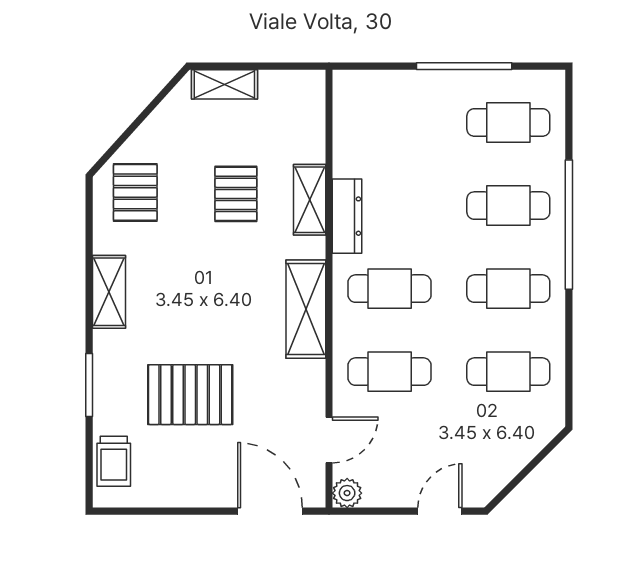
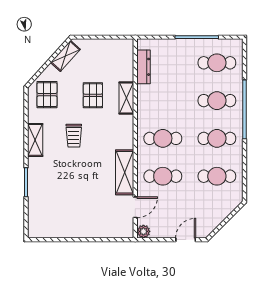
shelving: (224, 84) -> (65, 56), moved, turned -48
dresser: (347, 216) -> (143, 67), moved
shelving: (306, 309) -> (125, 172), moved
pallet: (190, 395) -> (72, 187), removed
trolley: (114, 461) -> (74, 136), moved
door: (270, 511) -> (108, 240), removed

